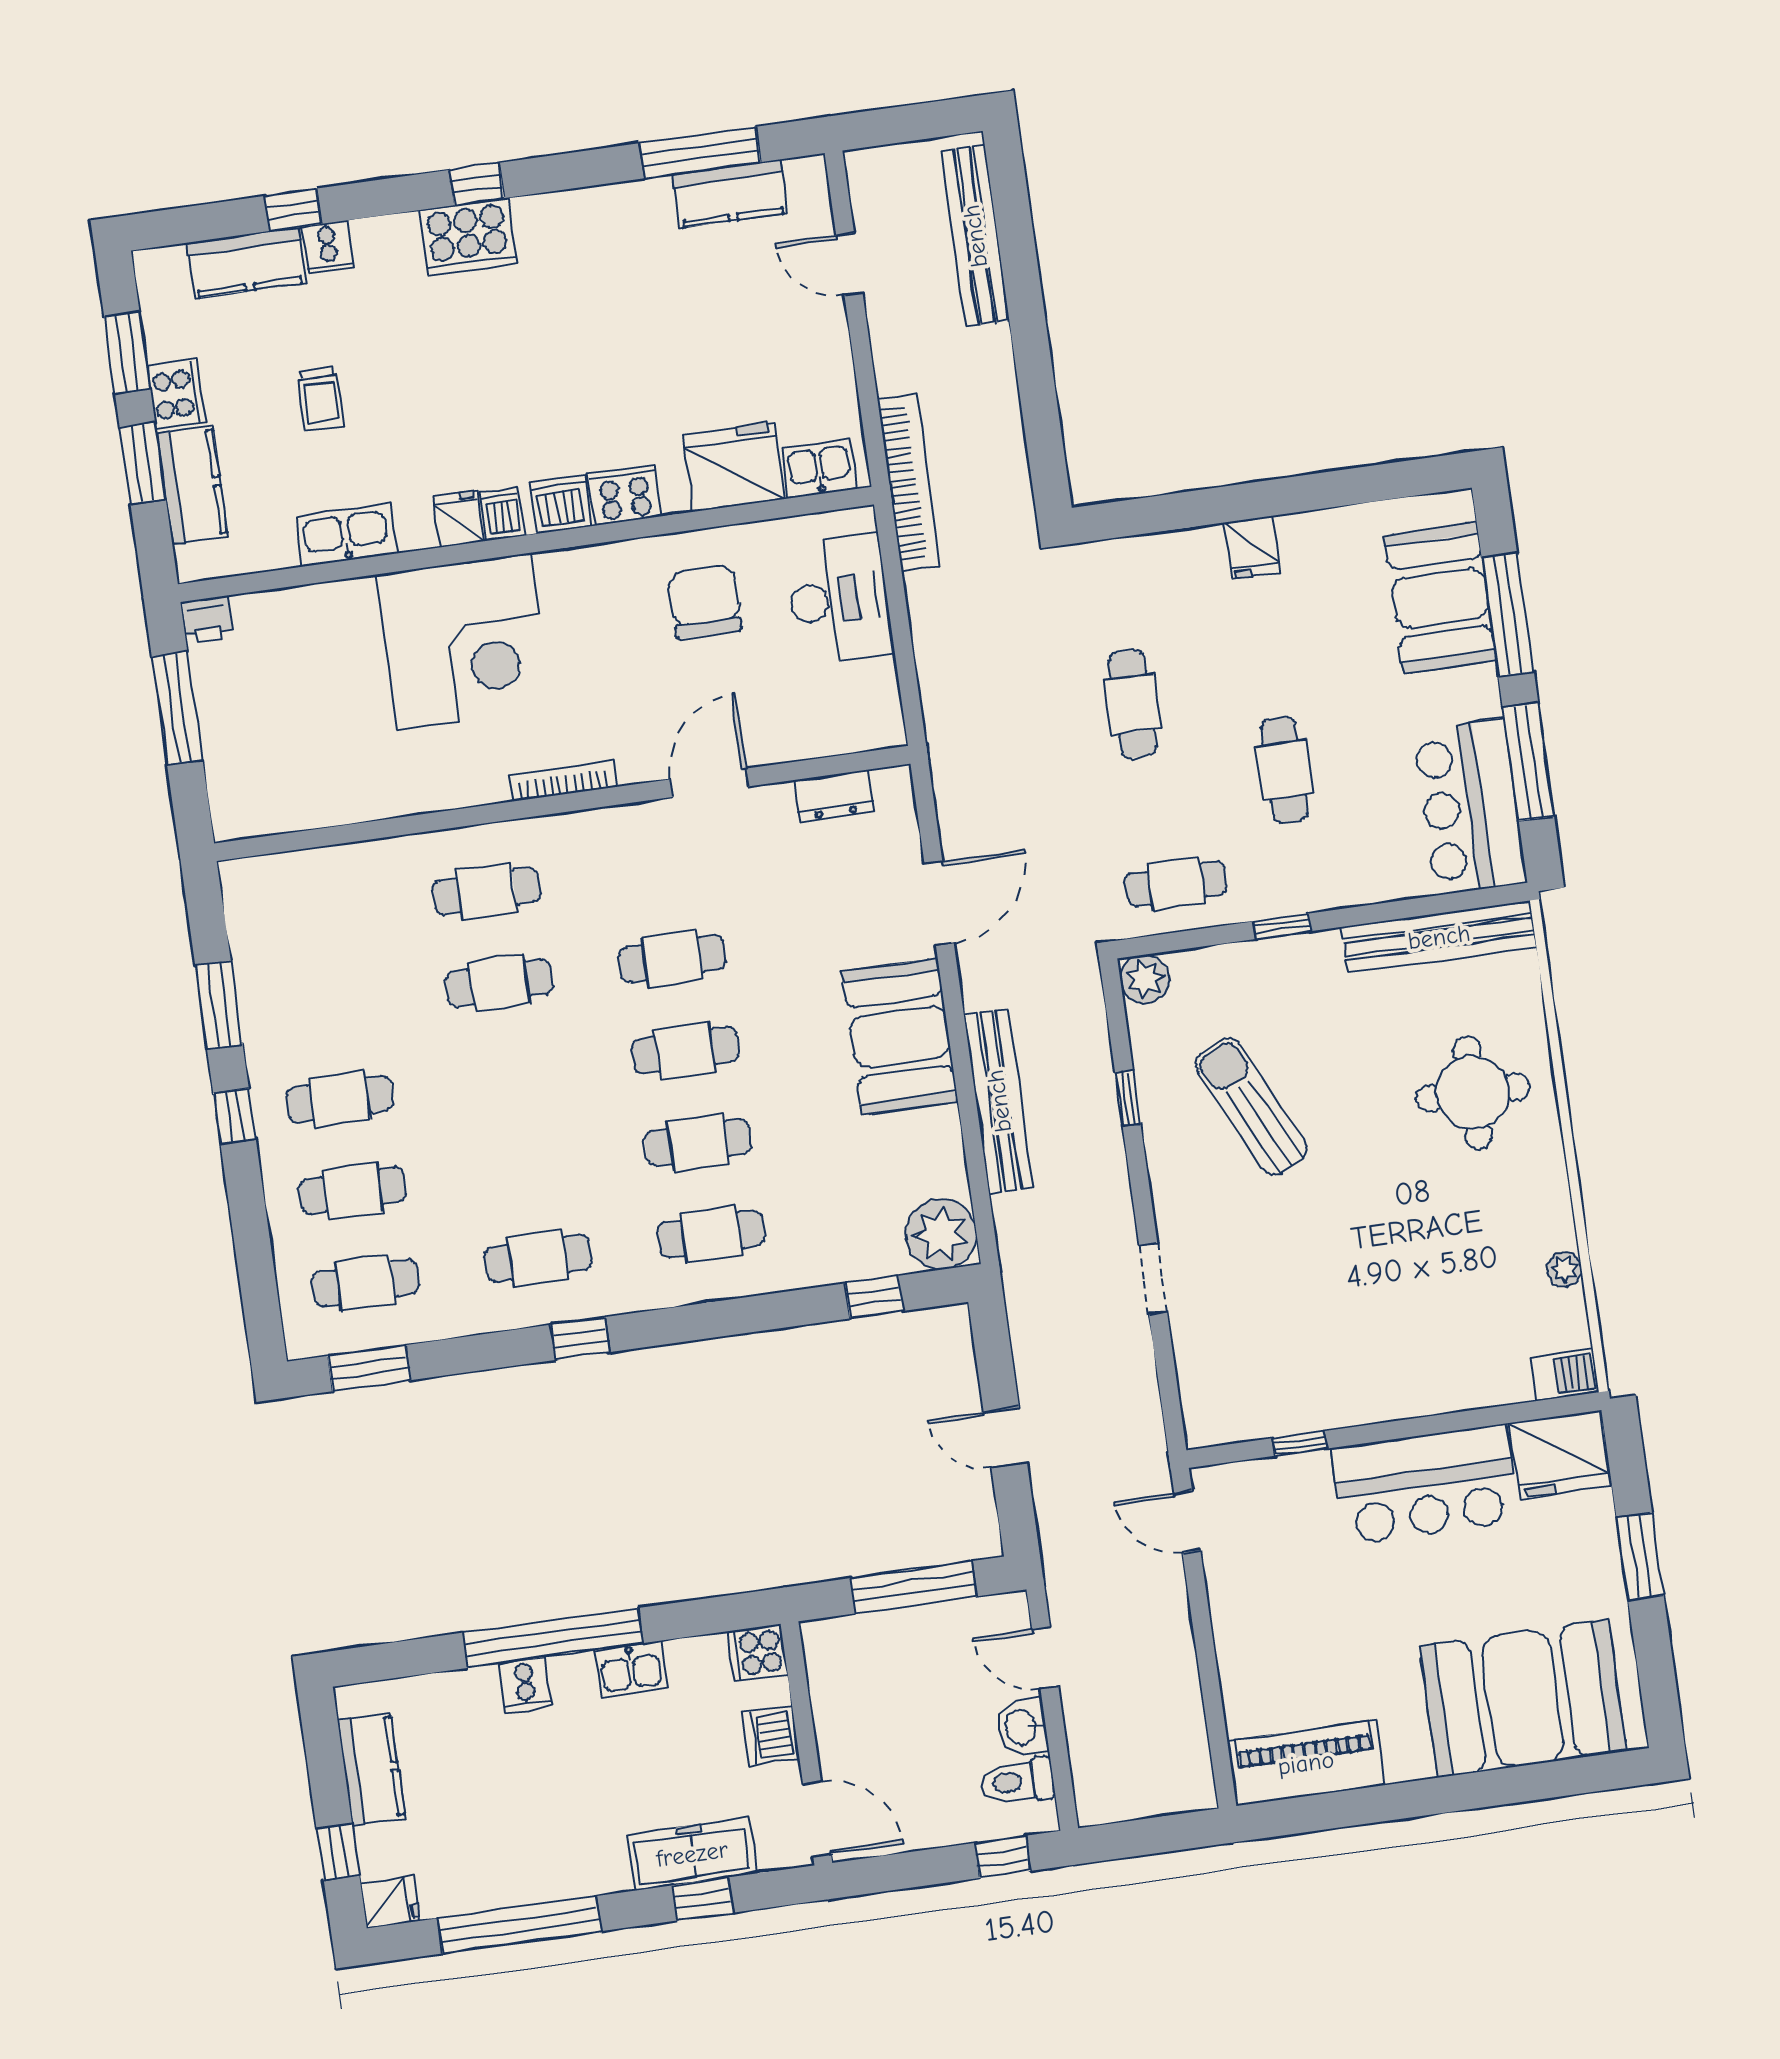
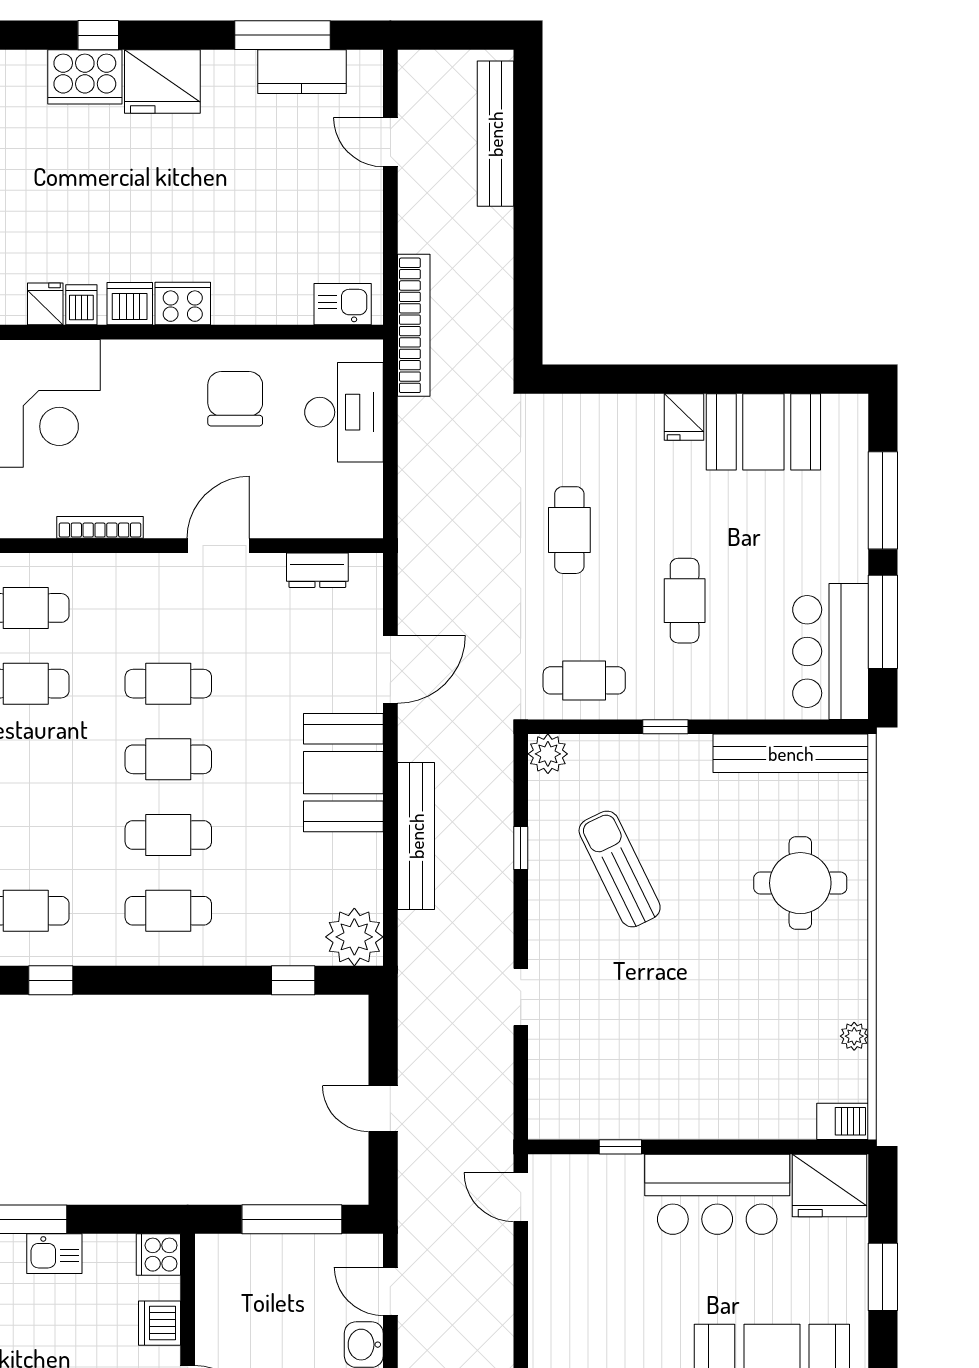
fridge: (733, 467) -> (162, 81), moved, turned 180
booth: (1440, 598) -> (763, 432), moved, turned 90

